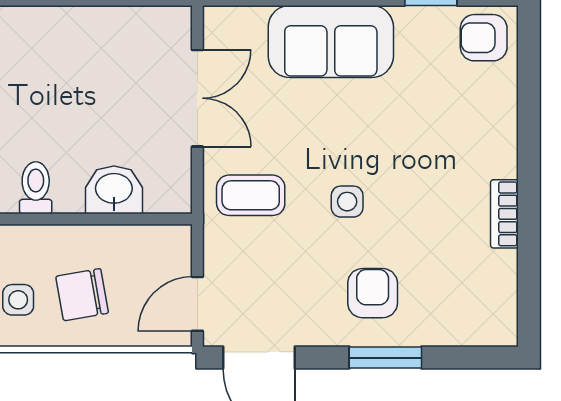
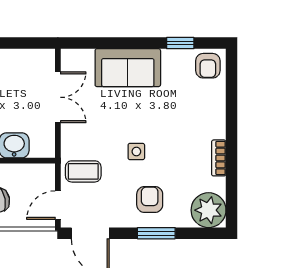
armchair: (484, 38) -> (208, 66), turned -90
coffee table: (251, 195) -> (83, 171), moved
plant: (485, 313) -> (209, 210), added

